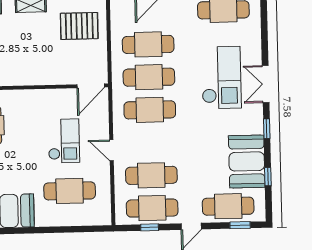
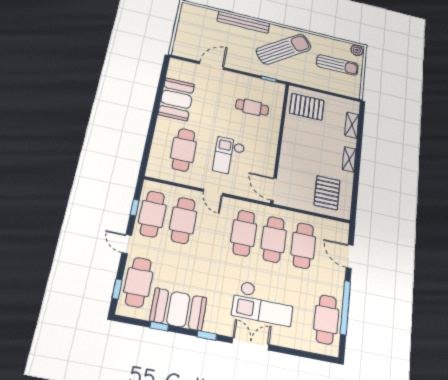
checkout: (64, 141) -> (229, 156), turned 90
door: (112, 150) -> (213, 192), swing flipped

